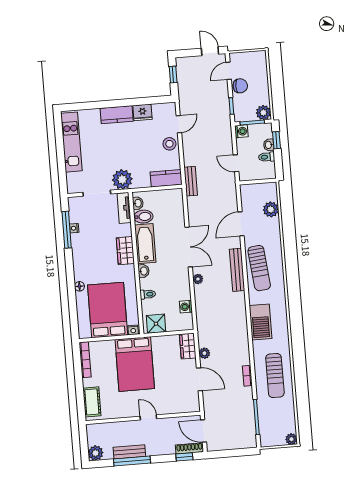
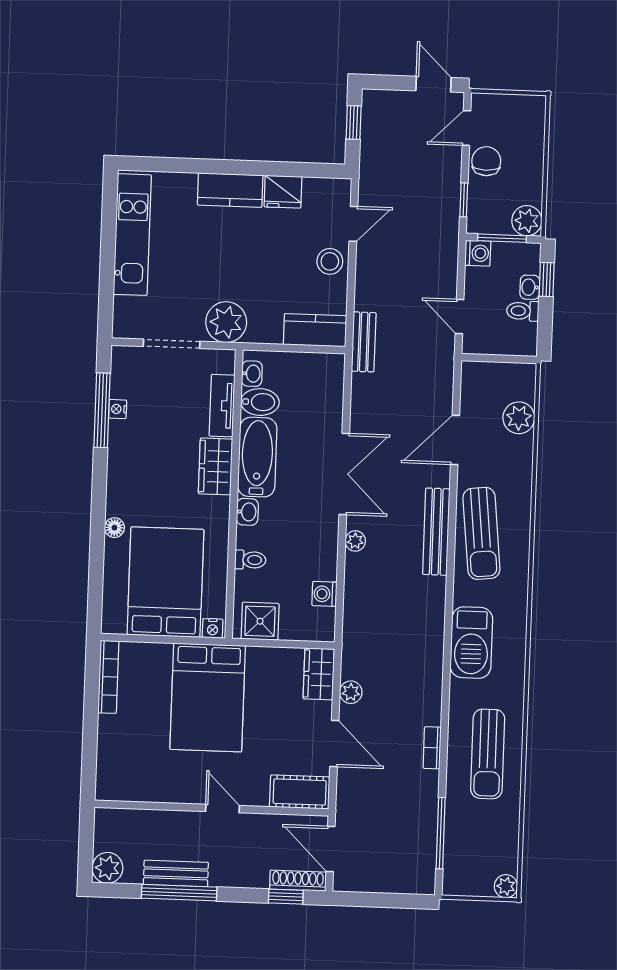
chair: (240, 86) -> (486, 161), turned -90
tv unit: (124, 208) -> (222, 406), moved
cot: (92, 402) -> (300, 792), moved, turned 90

